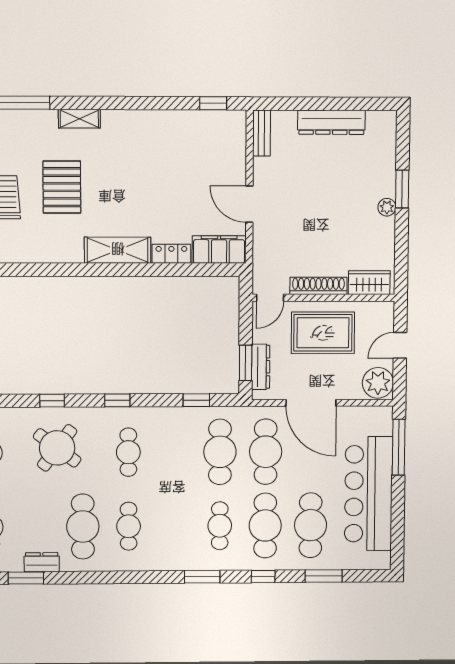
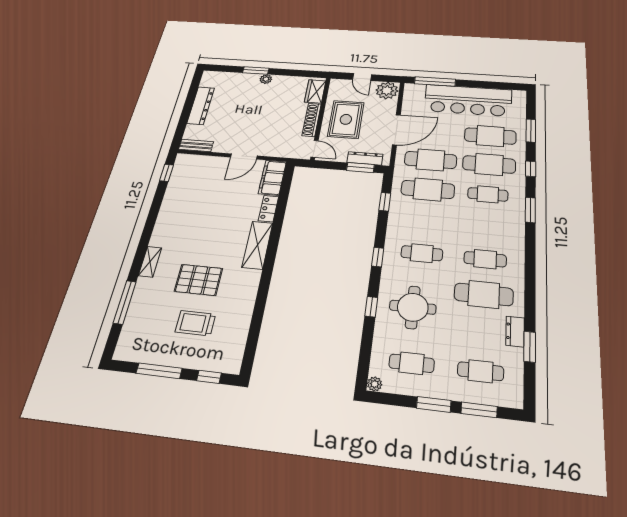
round table: (57, 448) -> (413, 307), turned -37

